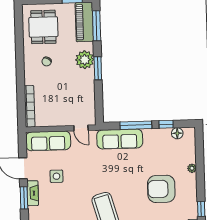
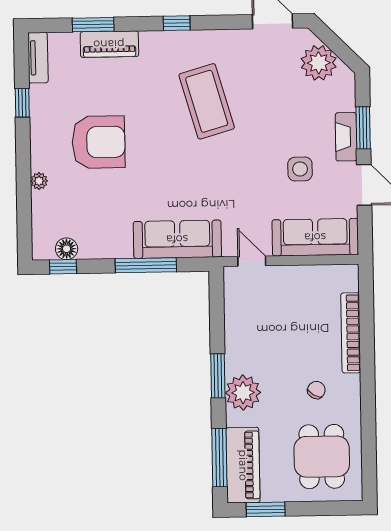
bookcase: (30, 106) -> (351, 333), moved
window: (166, 124) -> (63, 267), moved

